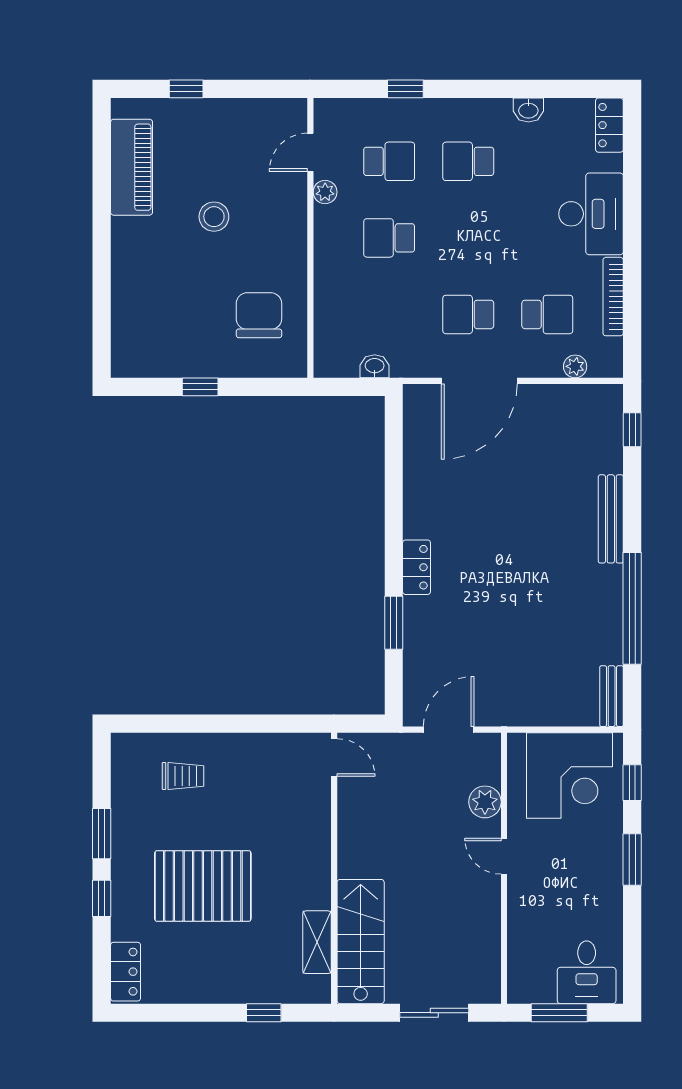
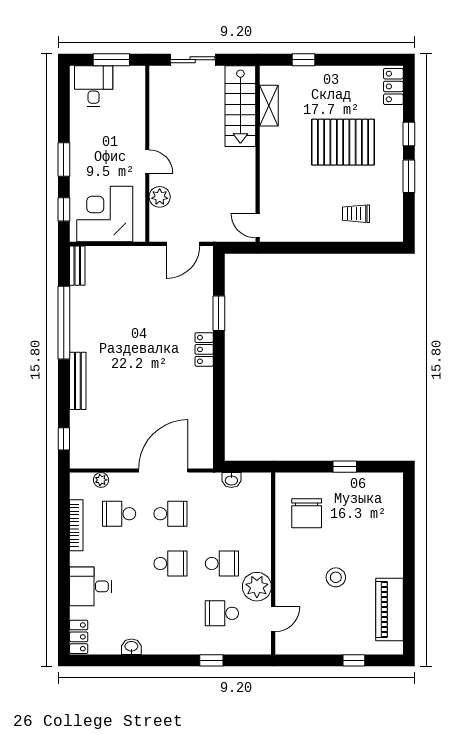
school desk: (468, 161) -> (170, 564), moved
plant: (325, 192) -> (257, 587), width x1.88, depth x1.88
desk: (591, 214) -> (91, 586), width x0.73

